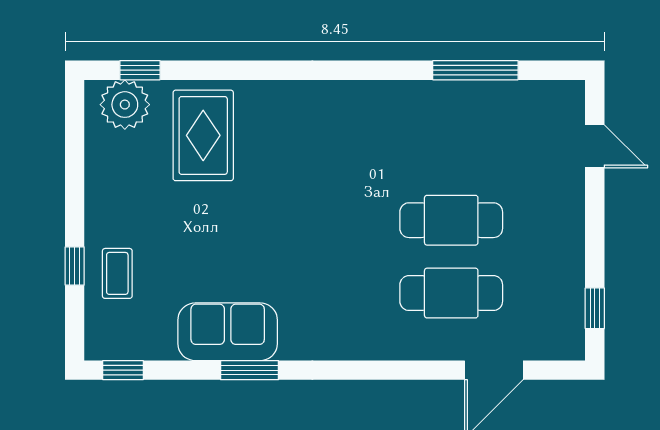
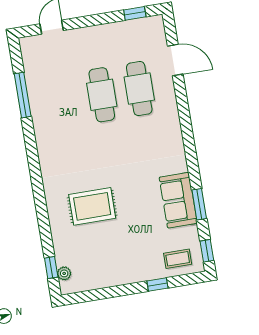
plant: (125, 105) -> (64, 273), width x0.53, depth x0.53
rug: (203, 135) -> (92, 206), moved
coffee table: (117, 273) -> (178, 259), moved
window: (249, 370) -> (199, 204), moved

